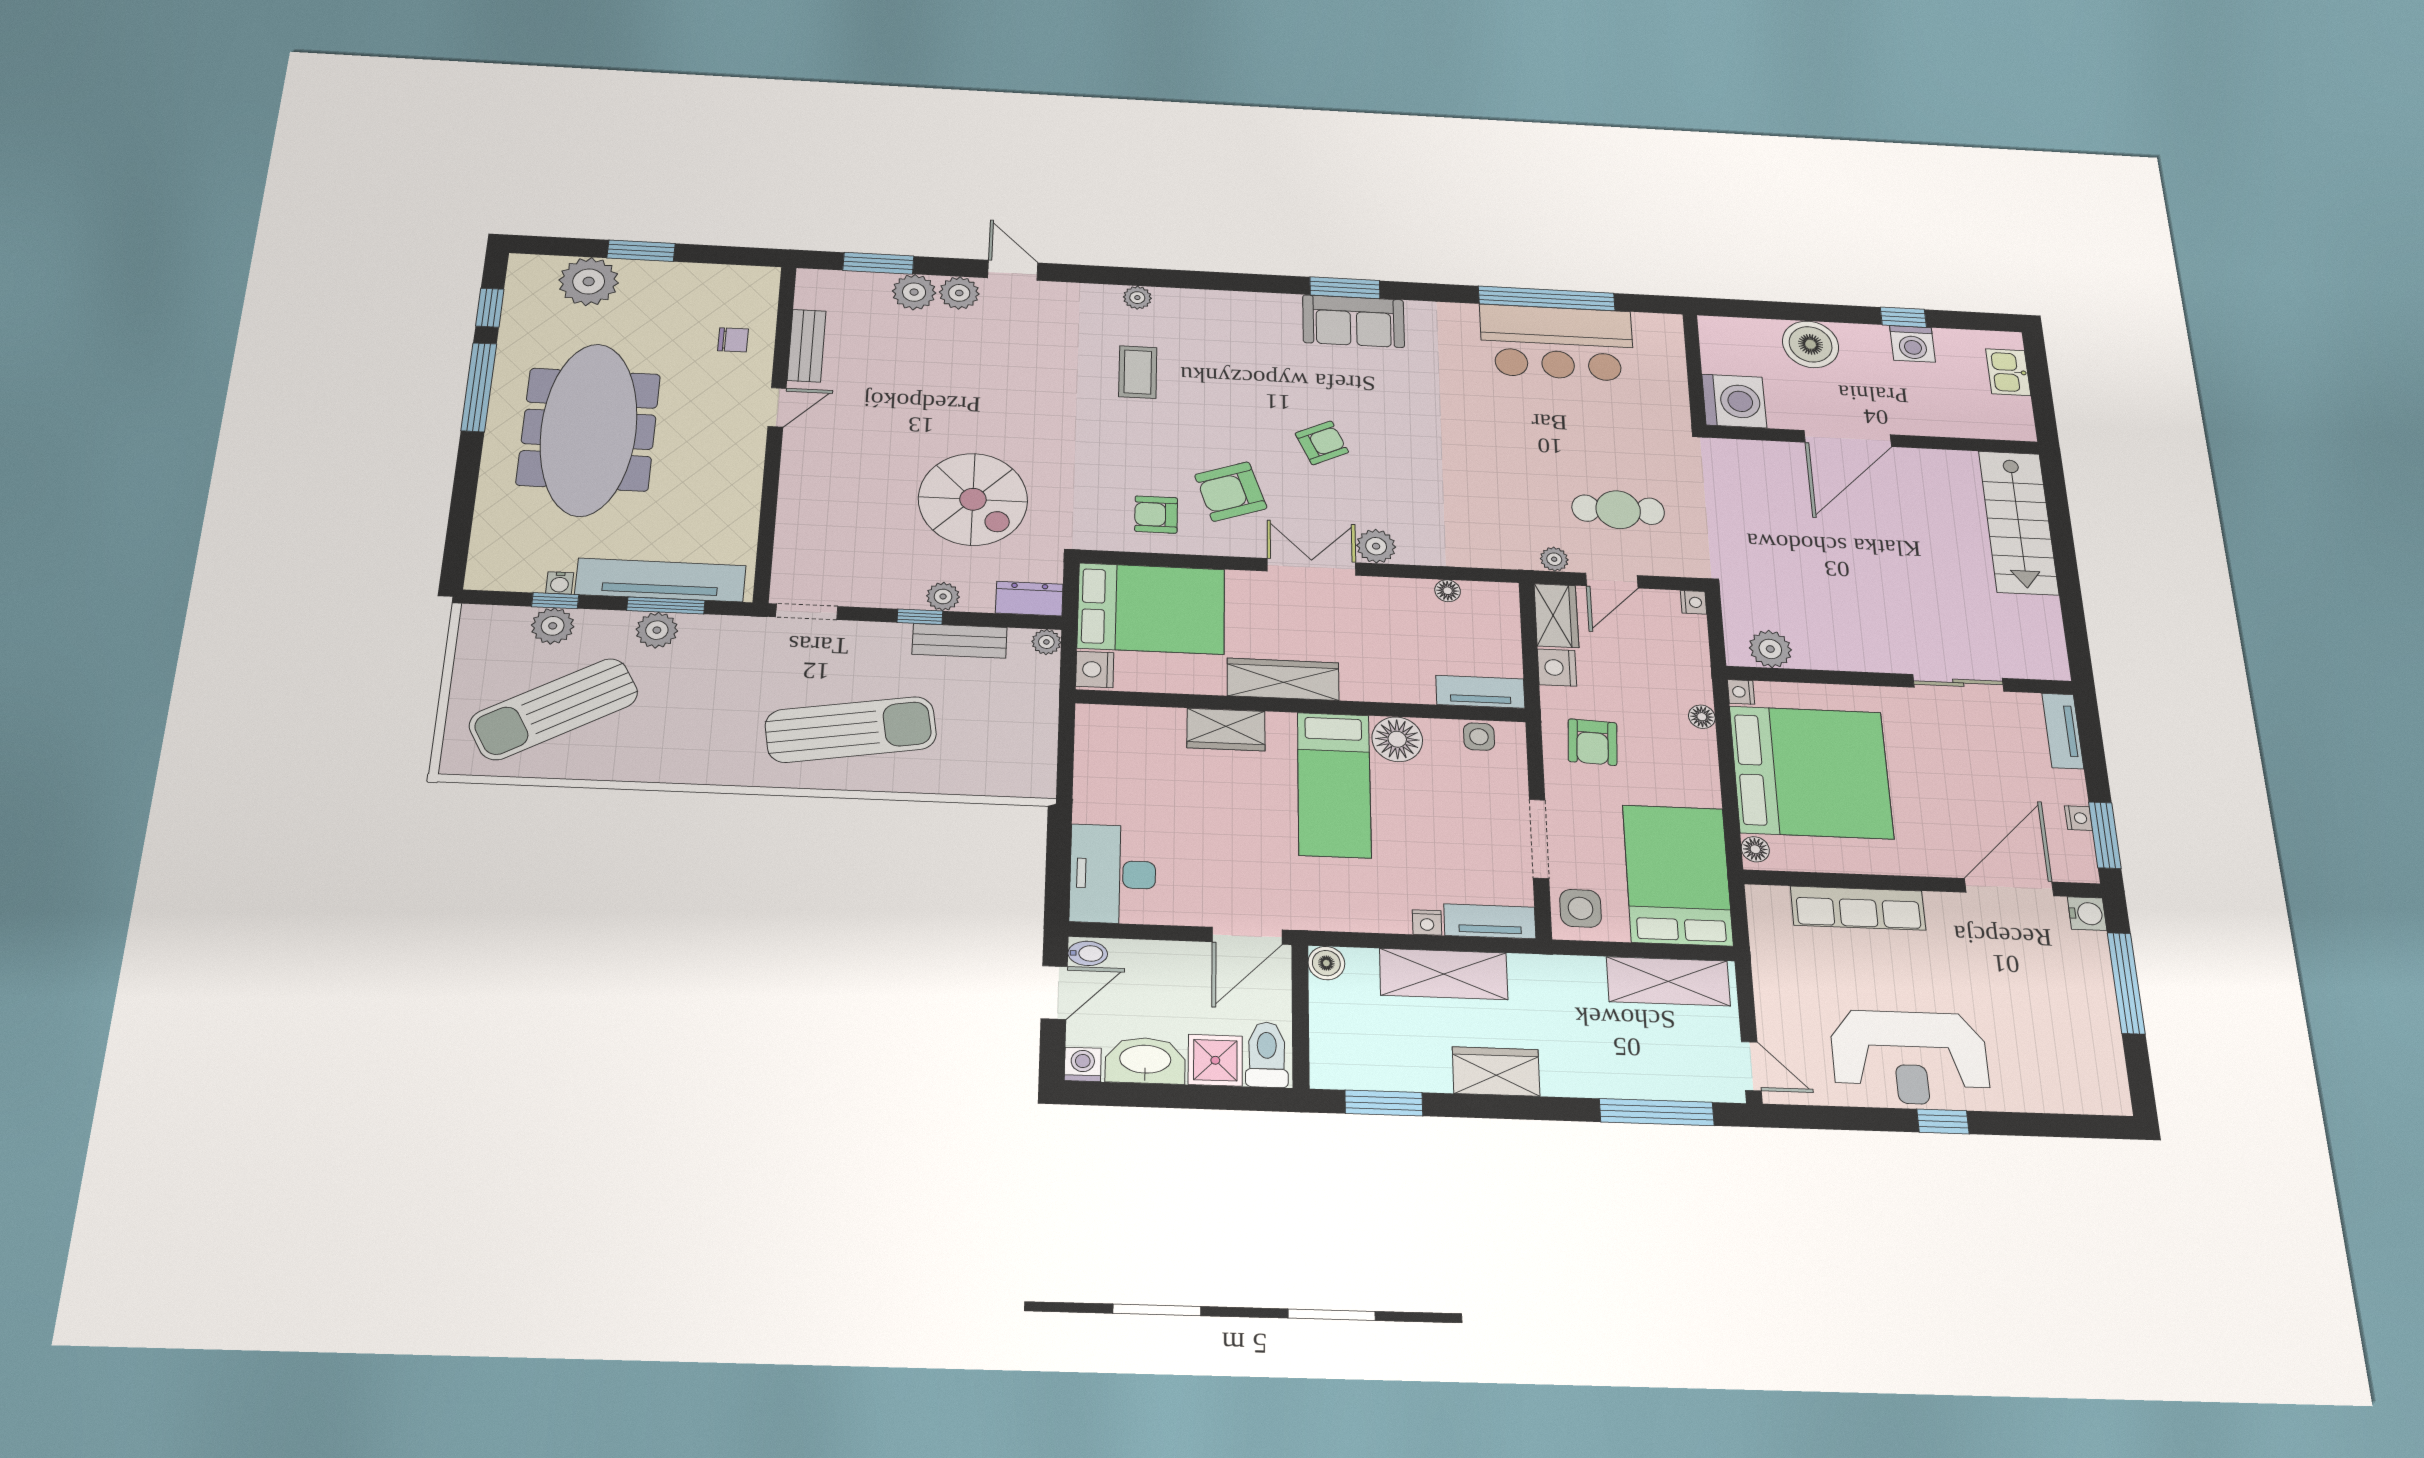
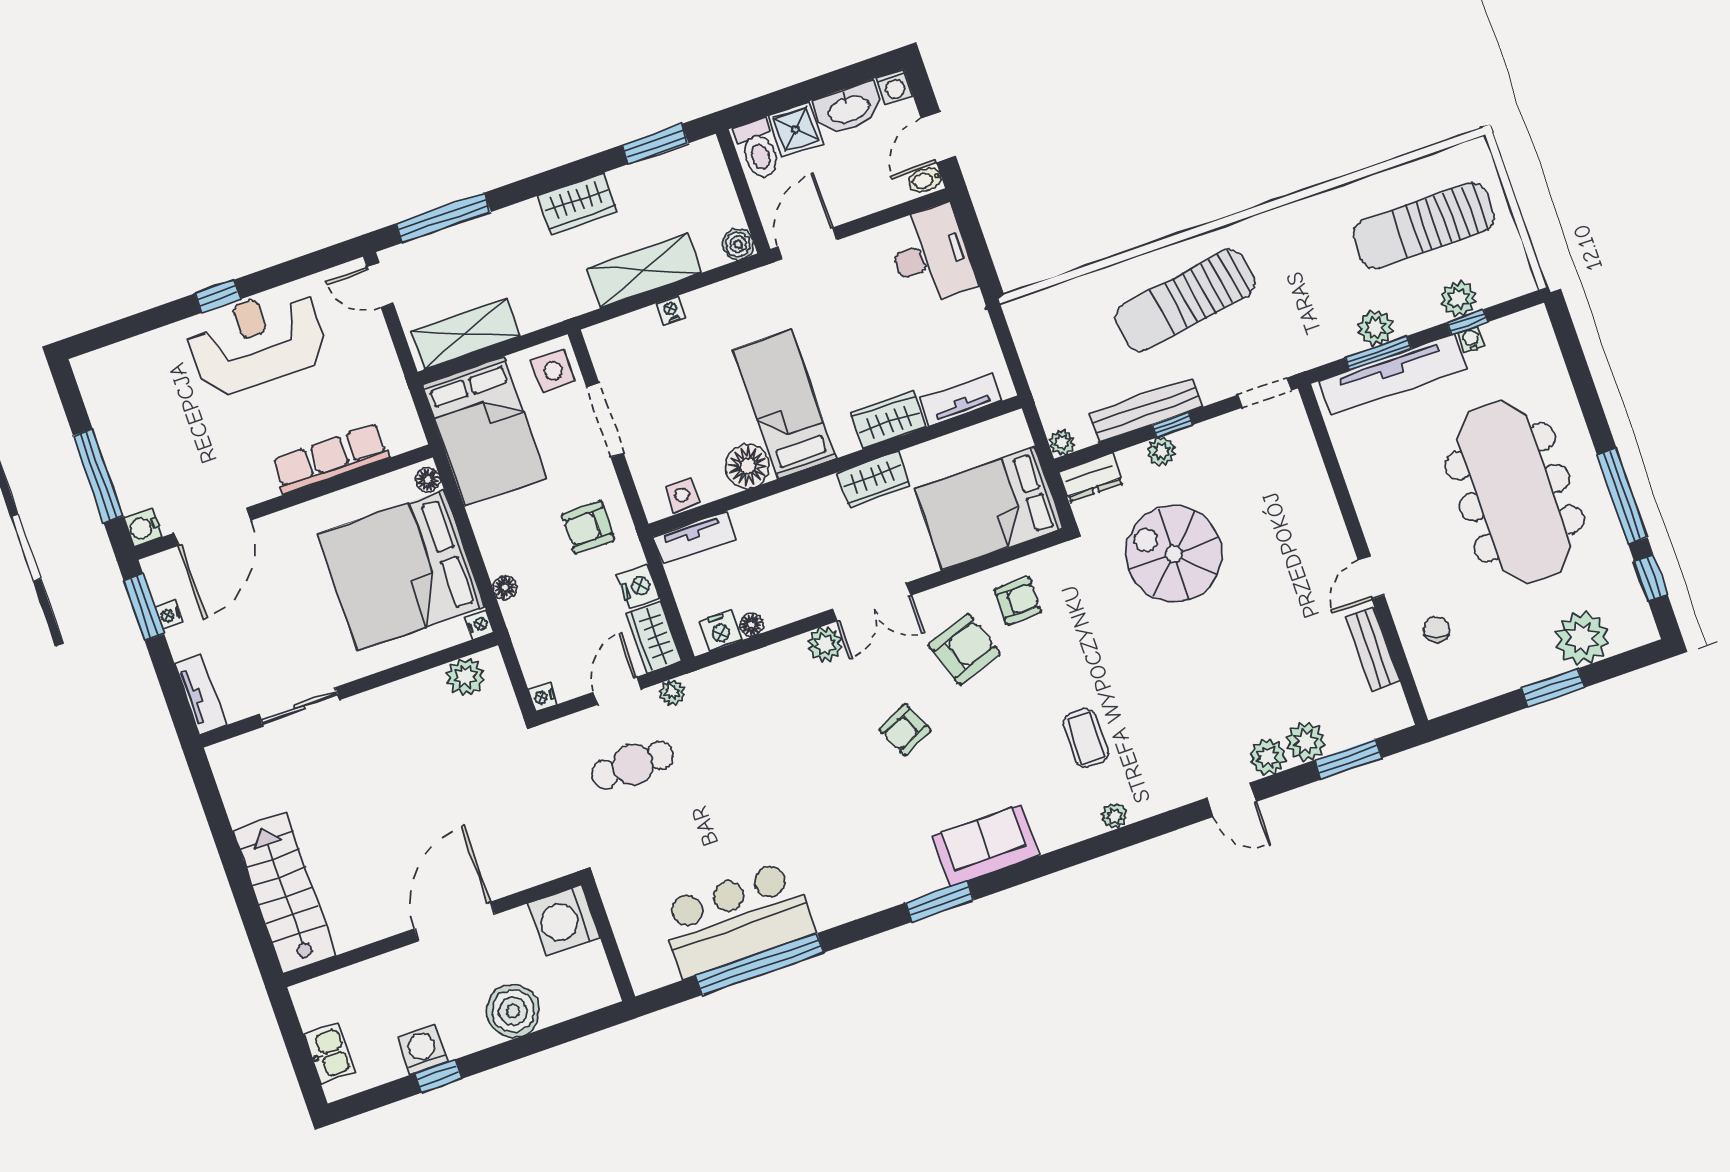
sofa: (1353, 321) -> (986, 846), moved
chair: (733, 340) -> (1436, 629), turned 106
bench: (960, 641) -> (1145, 411), width x1.36
nightstand: (1095, 669) -> (720, 631), moved, turned 90
wardrobe: (1283, 679) -> (874, 480), width x0.67
sun lounger: (554, 709) -> (1423, 226), turned -151
armchair: (1593, 742) -> (588, 527), turned -93
tv unit: (1490, 921) -> (960, 400), moved, turned 180

